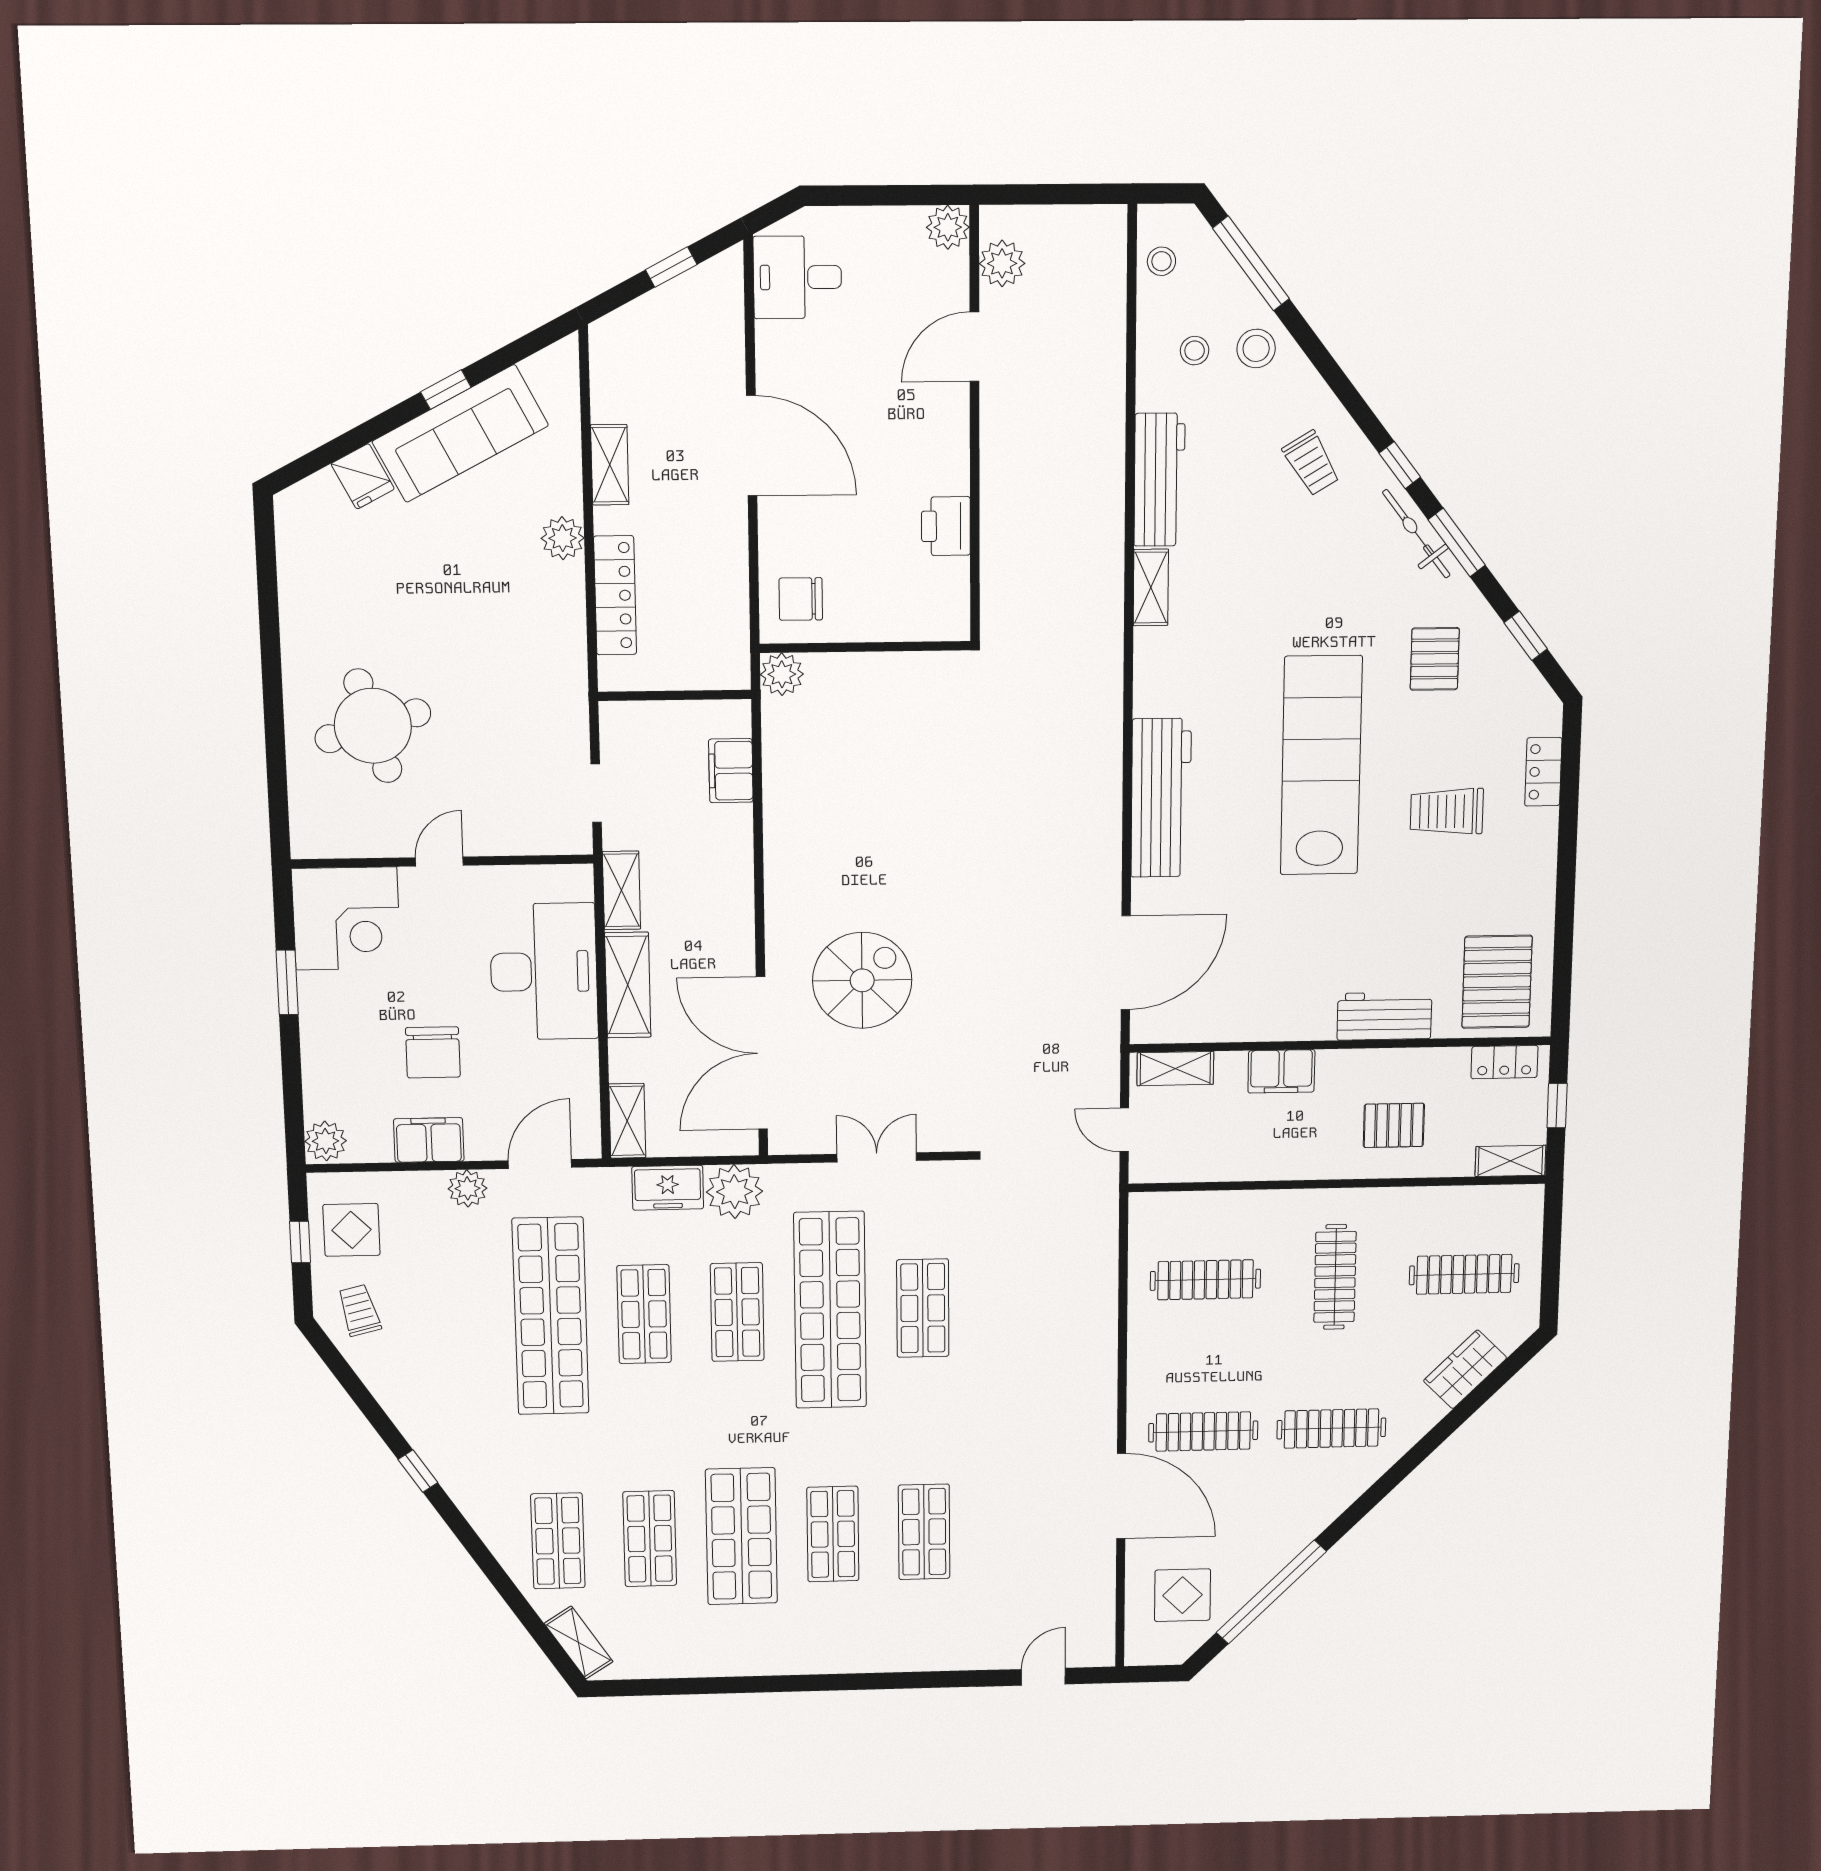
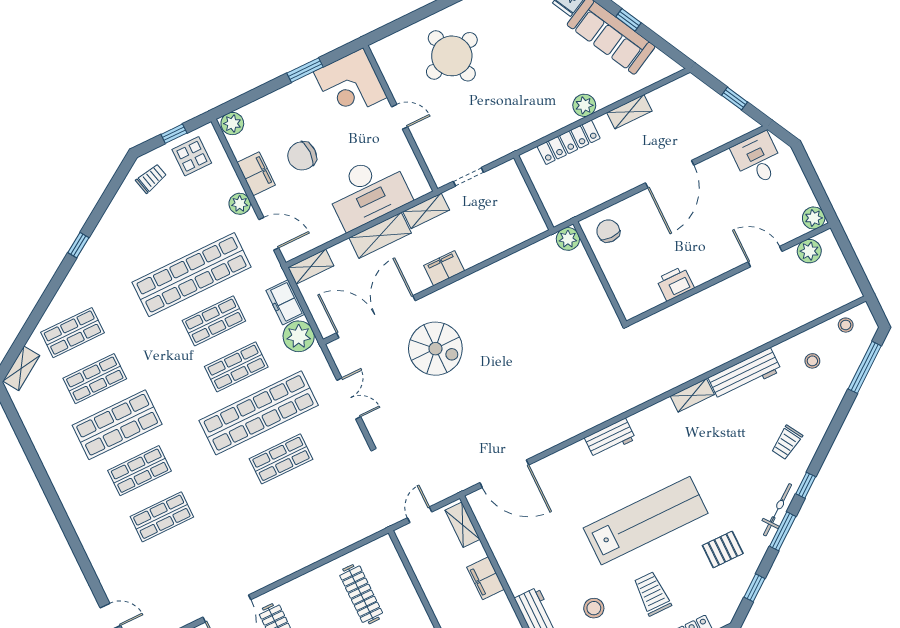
stool: (1256, 348) -> (594, 608), moved
filing cabinet: (731, 771) -> (444, 268), moved
workbench: (1161, 798) -> (610, 438), width x0.53, depth x0.76

